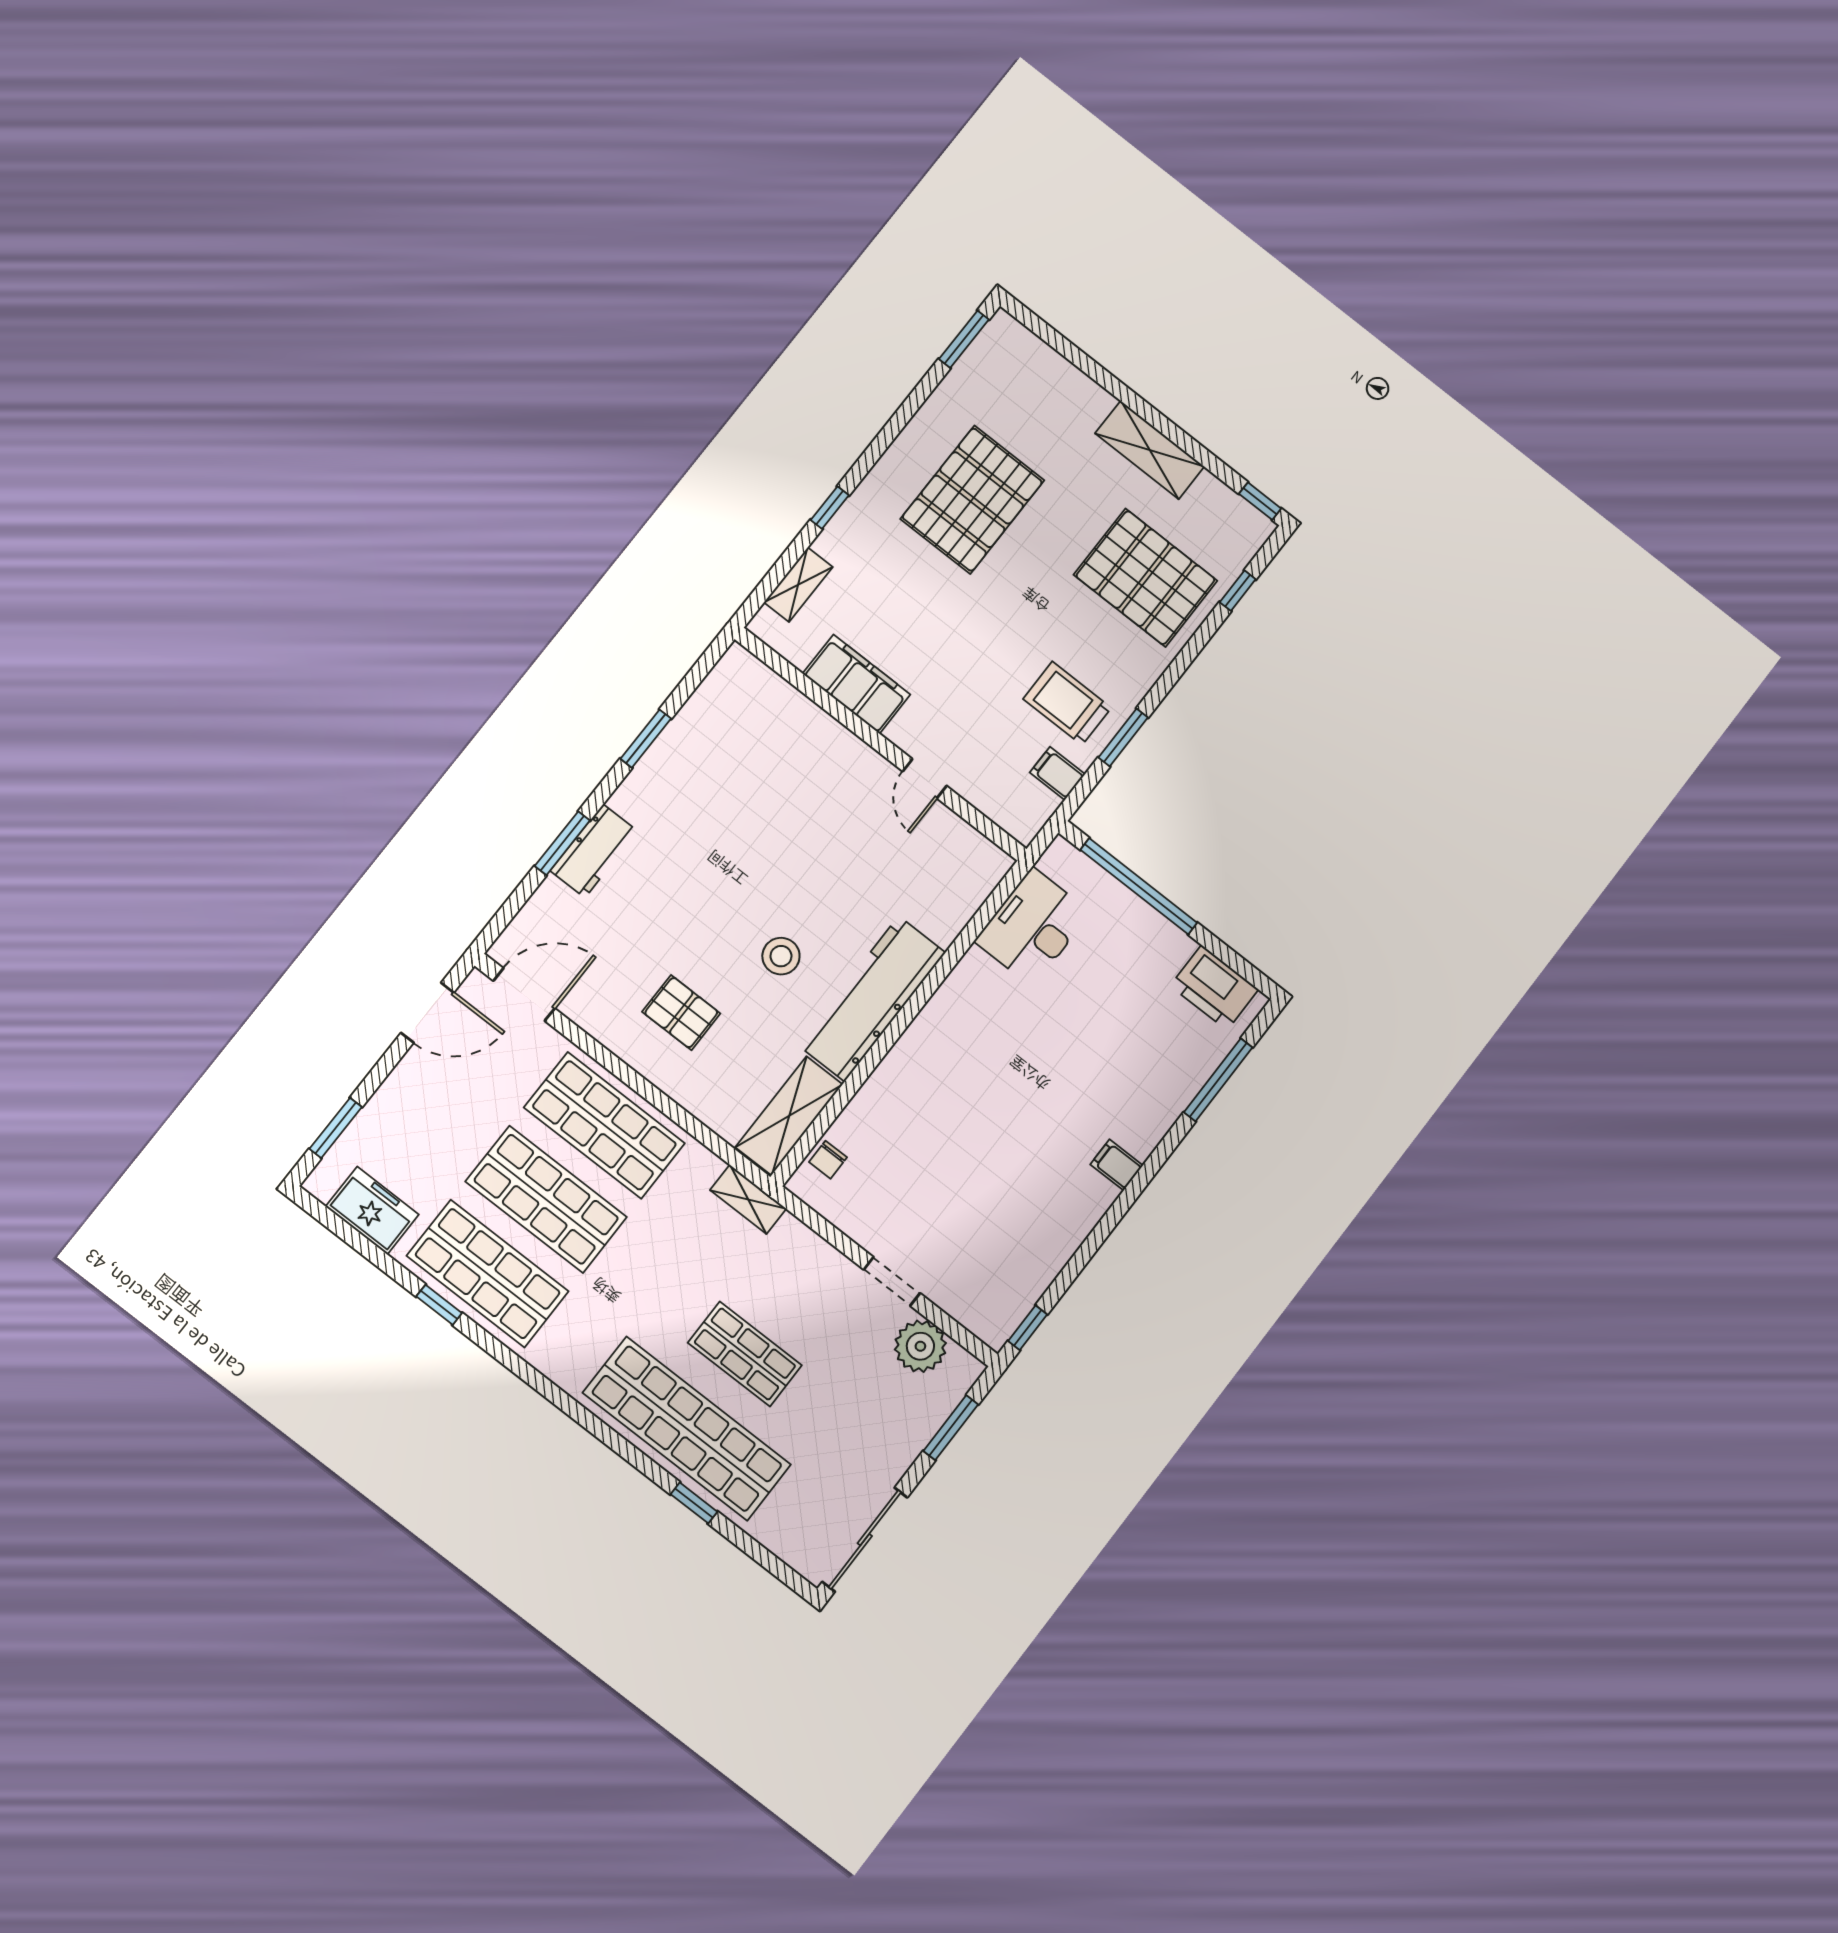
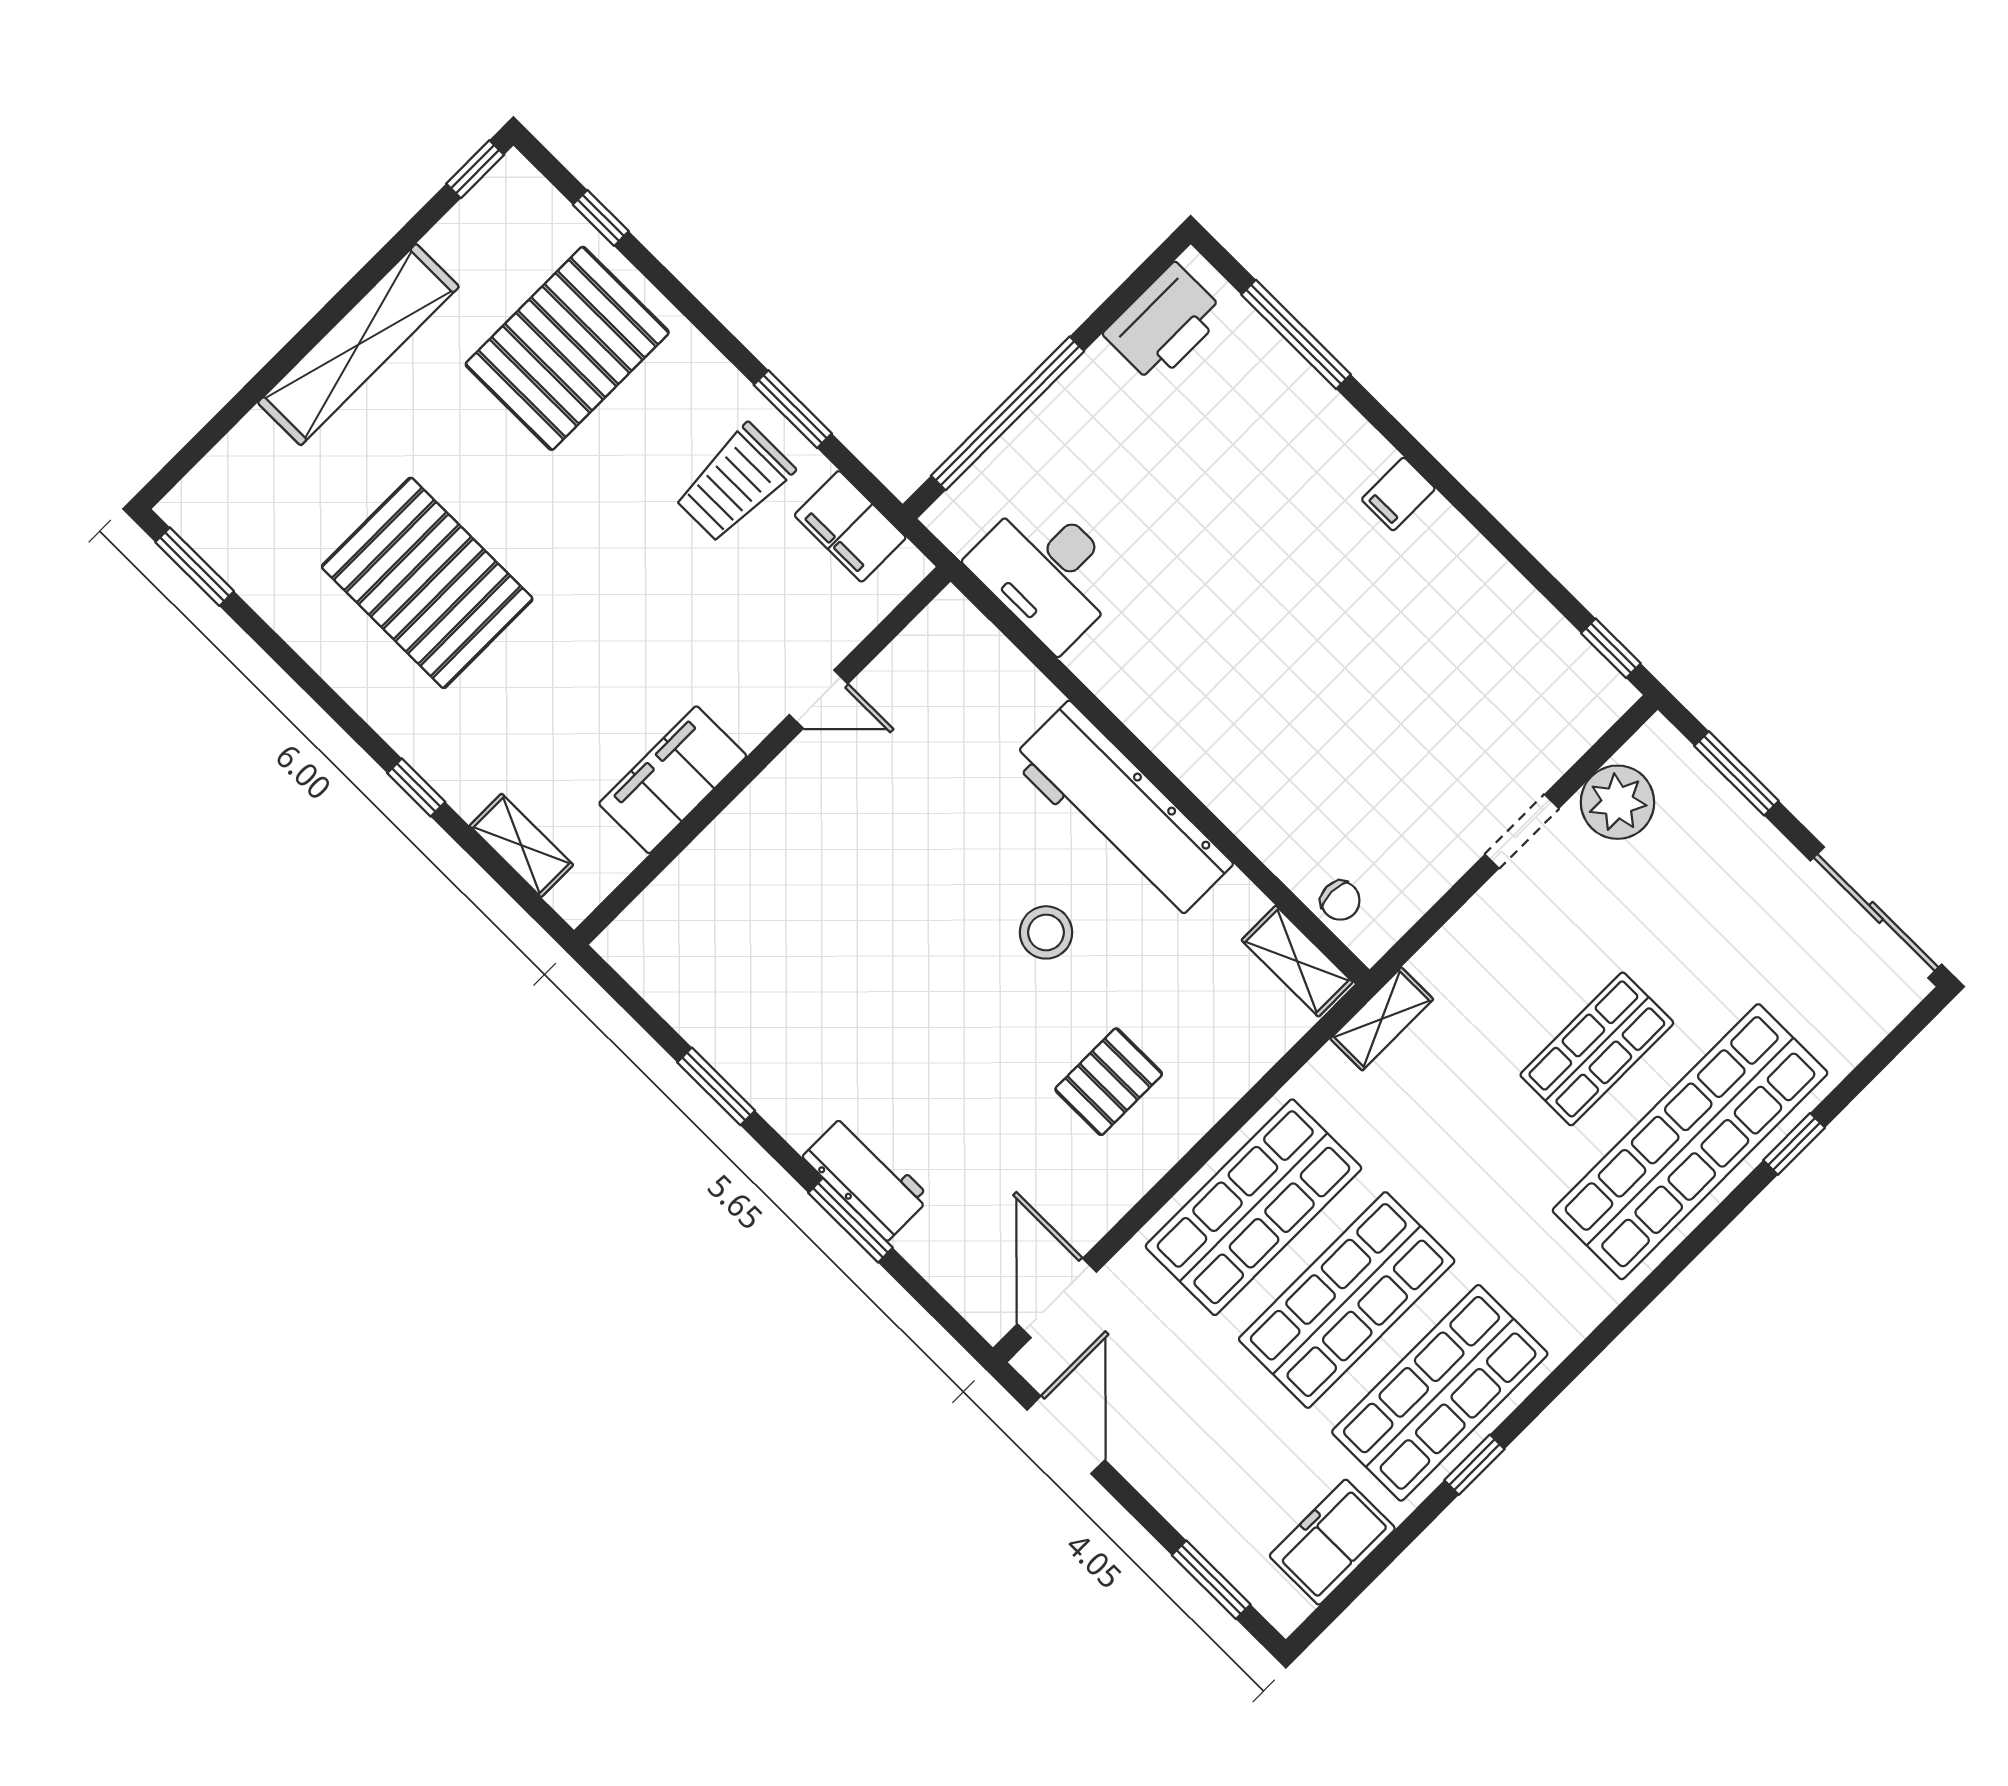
shelving: (1150, 450) -> (358, 345), width x1.47
filing cabinet: (1057, 773) -> (850, 526), width x2.00
shelving: (789, 1116) -> (1297, 961), width x0.67, depth x0.75

